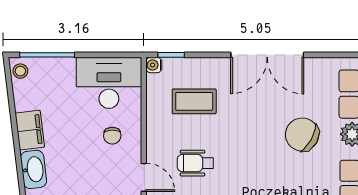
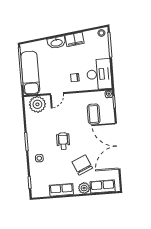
double door: (267, 55) -> (118, 146), width x1.36
chair: (302, 134) -> (82, 165), turned -53
wheelchair: (195, 163) -> (63, 141), moved

